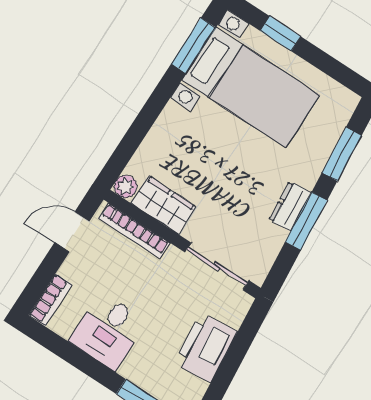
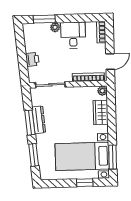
wardrobe: (164, 205) -> (101, 112), moved, turned 90
dresser: (290, 206) -> (39, 120), width x1.44
printer: (206, 348) -> (32, 59), width x0.53, depth x0.68
plant: (132, 370) -> (55, 27), added

